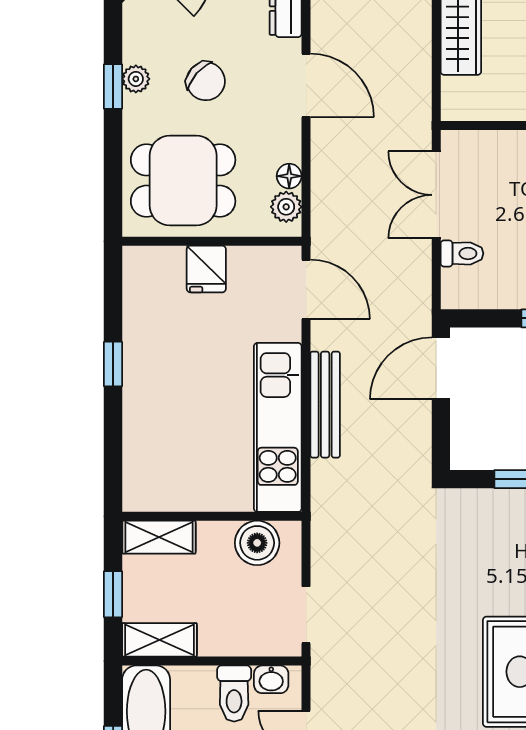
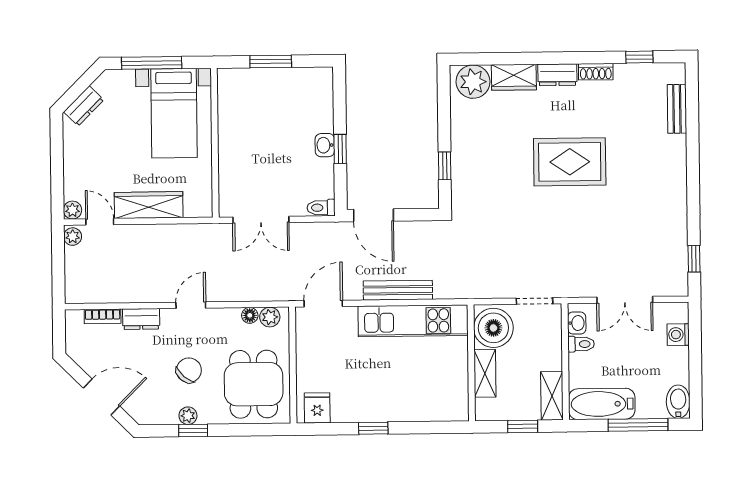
door: (306, 85) -> (191, 305), width x0.73
toilet: (462, 253) -> (321, 208), moved, turned -90
fridge: (206, 269) -> (317, 408), moved, turned -90
shelving: (159, 537) -> (485, 373), moved
boiler: (257, 543) -> (493, 328), width x1.37, depth x1.37
toilet: (234, 693) -> (581, 344), width x0.73, depth x0.72

